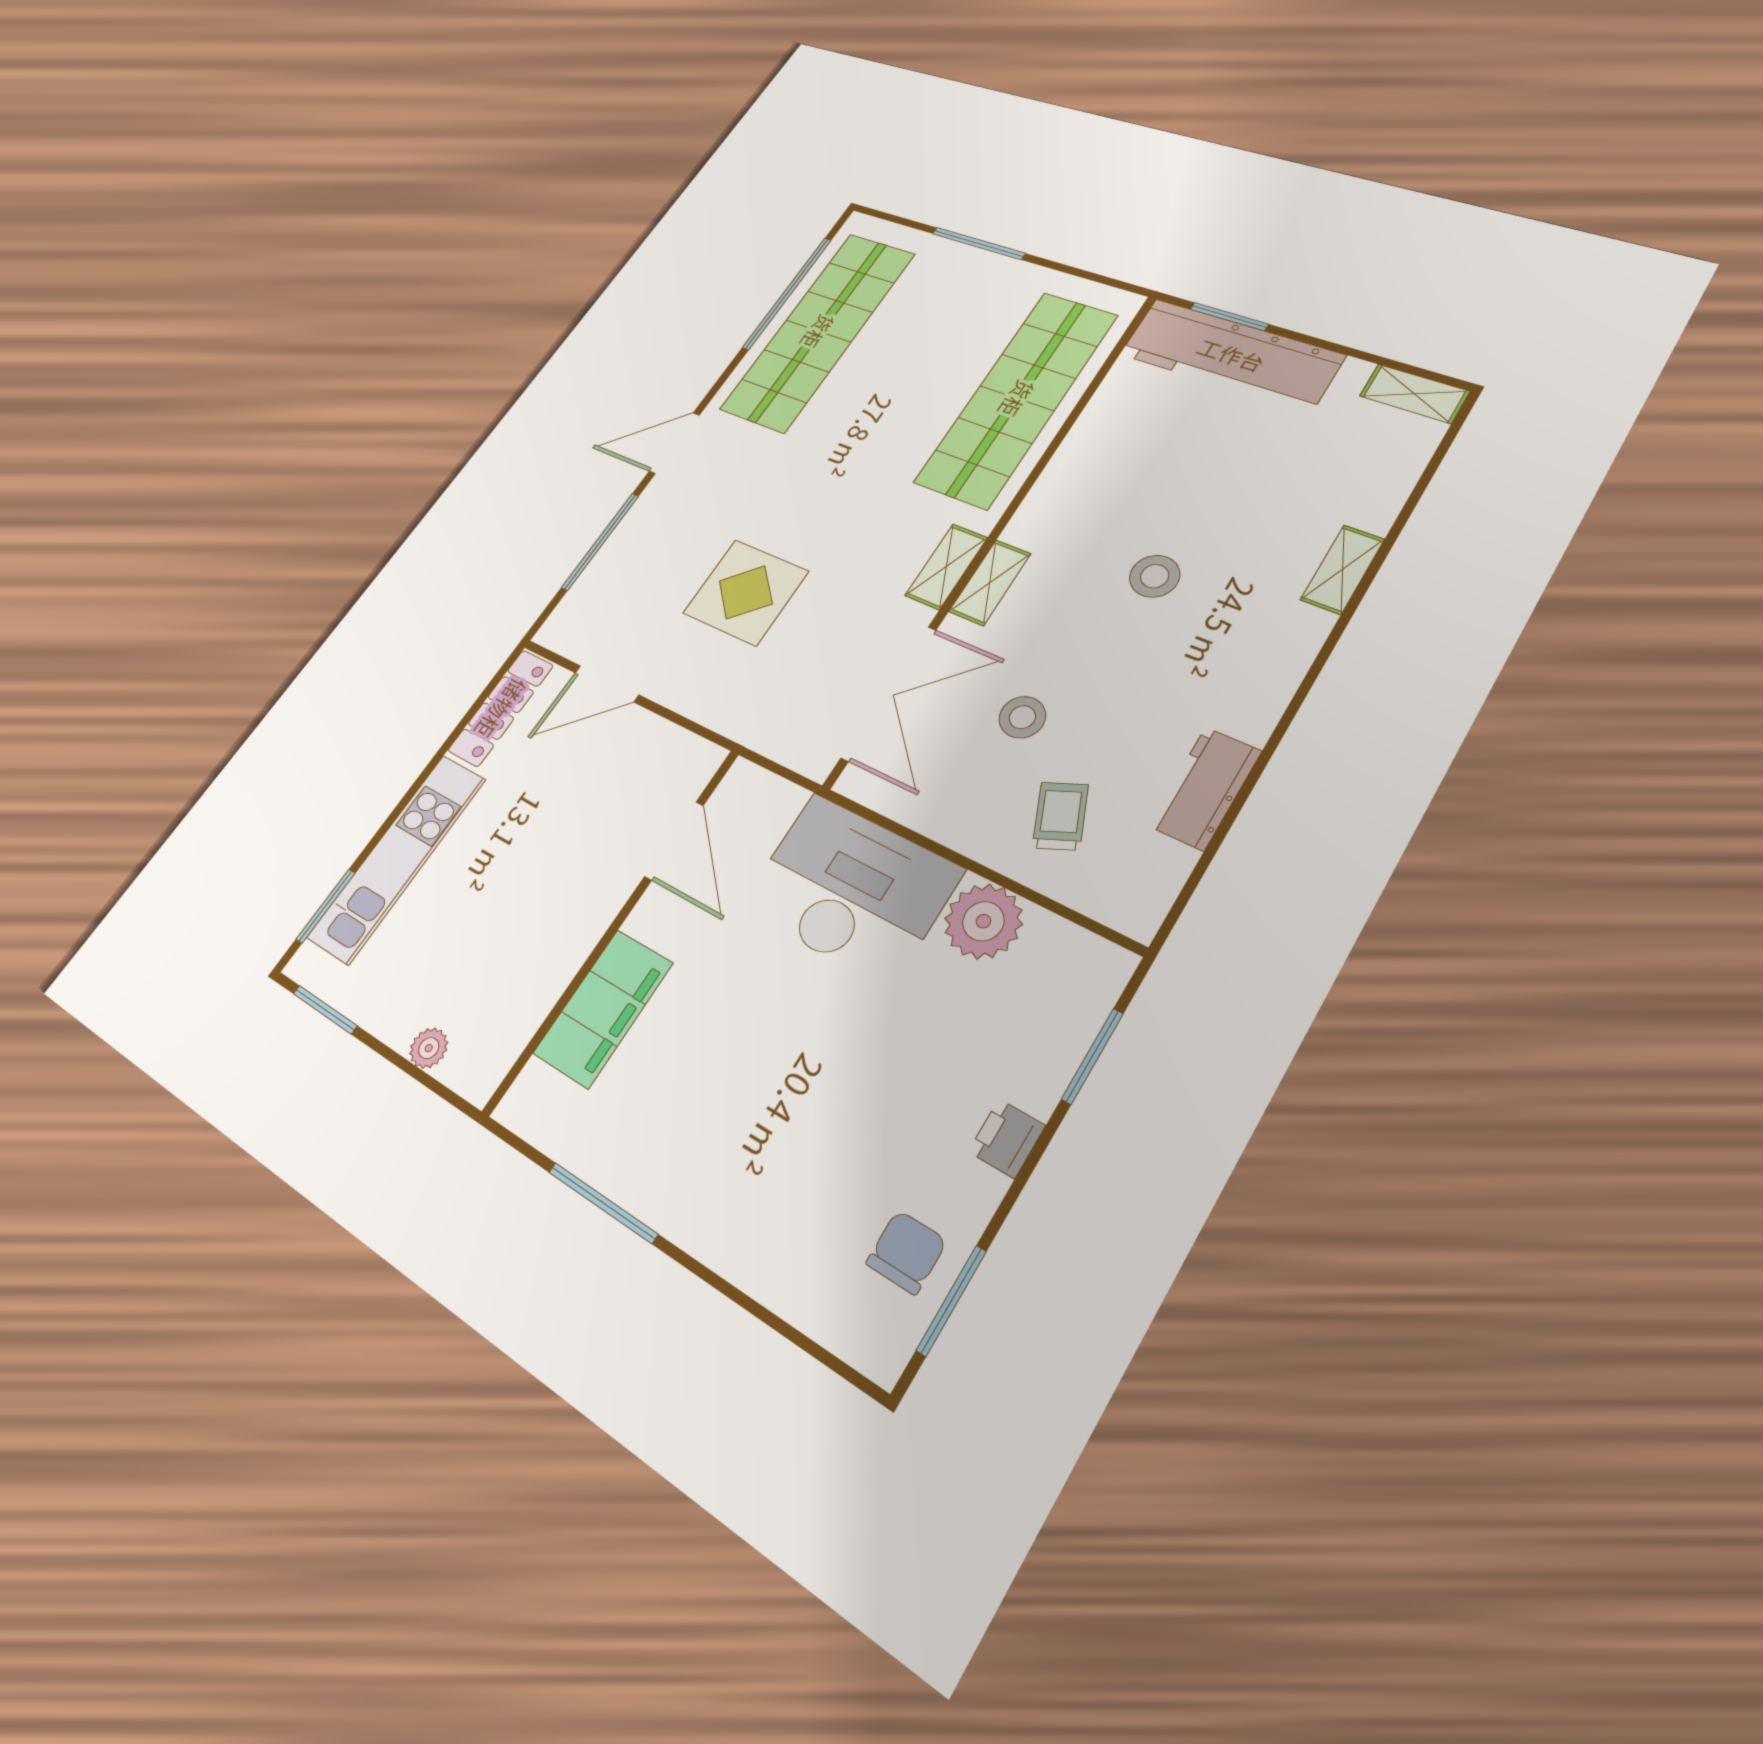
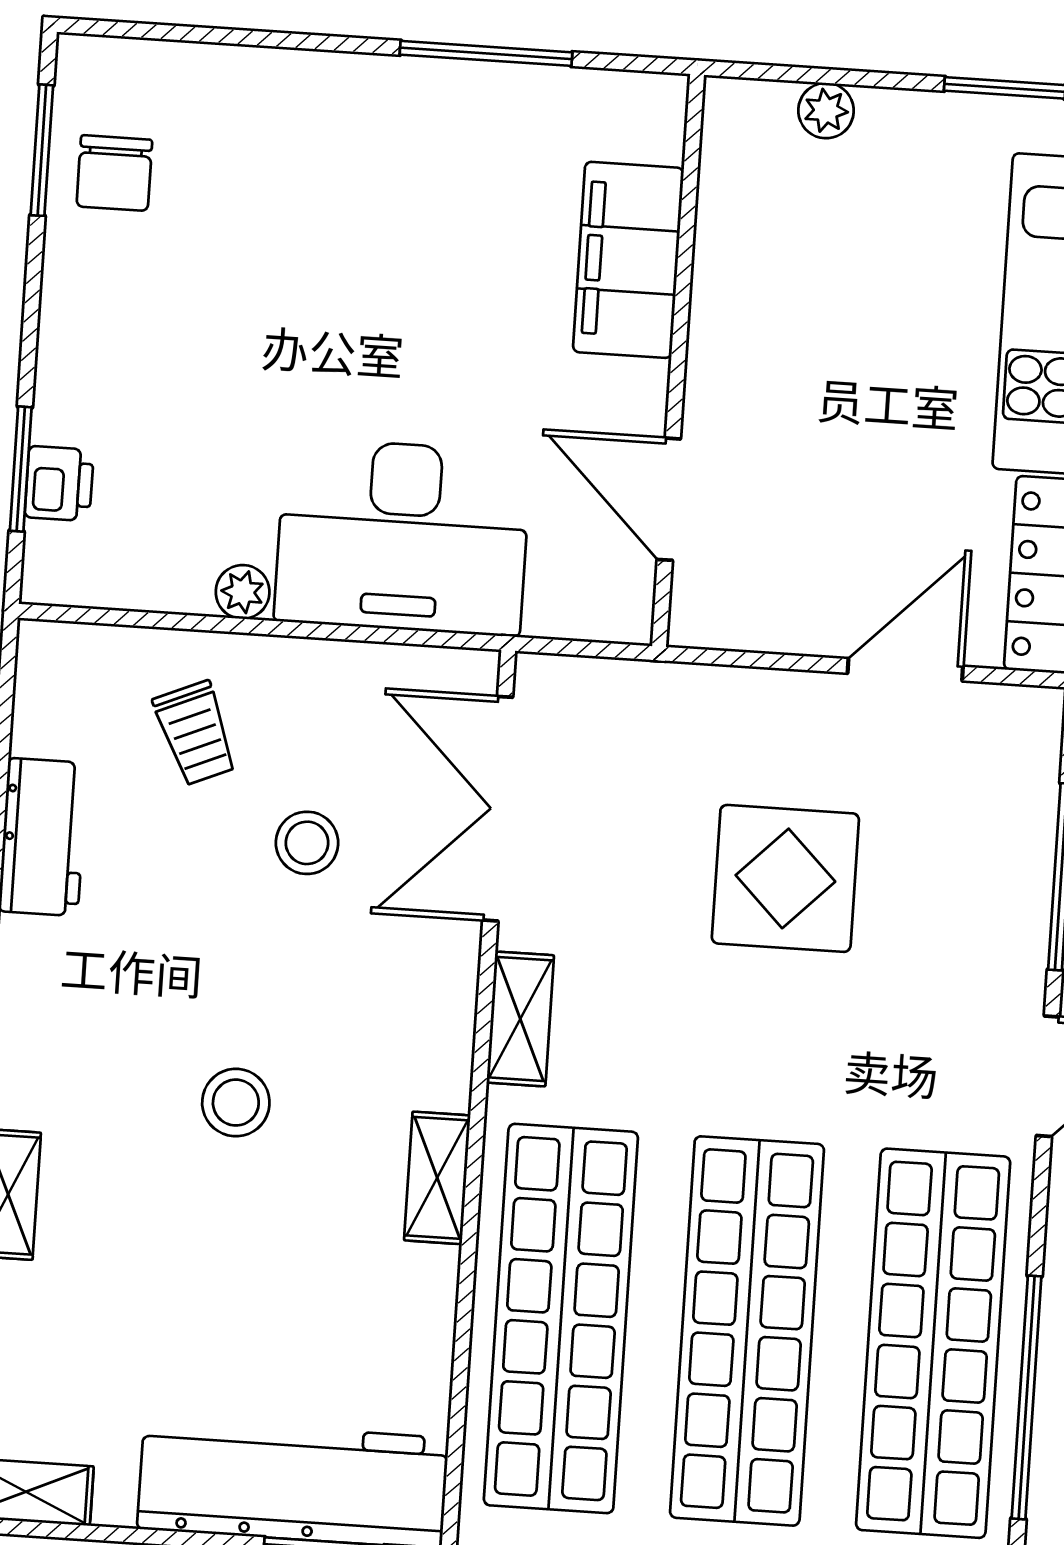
shop shelf: (914, 363) -> (747, 1331), added
shelving: (990, 583) -> (437, 1178), moved
plant: (983, 921) -> (243, 592), width x0.53, depth x0.53
printer: (1007, 1139) -> (59, 484), moved

